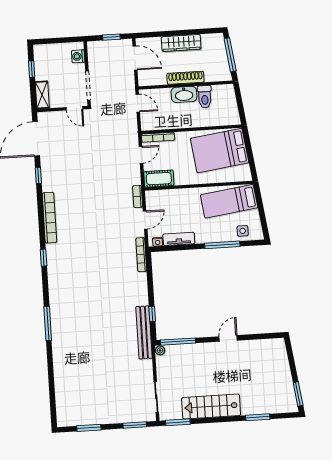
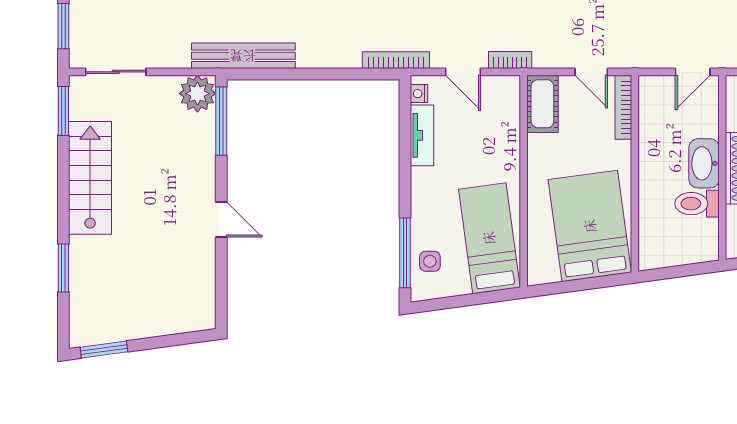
window: (222, 245) -> (405, 253), moved
window: (152, 314) -> (279, 74), removed
plant: (160, 350) -> (197, 94), width x1.88, depth x1.88

